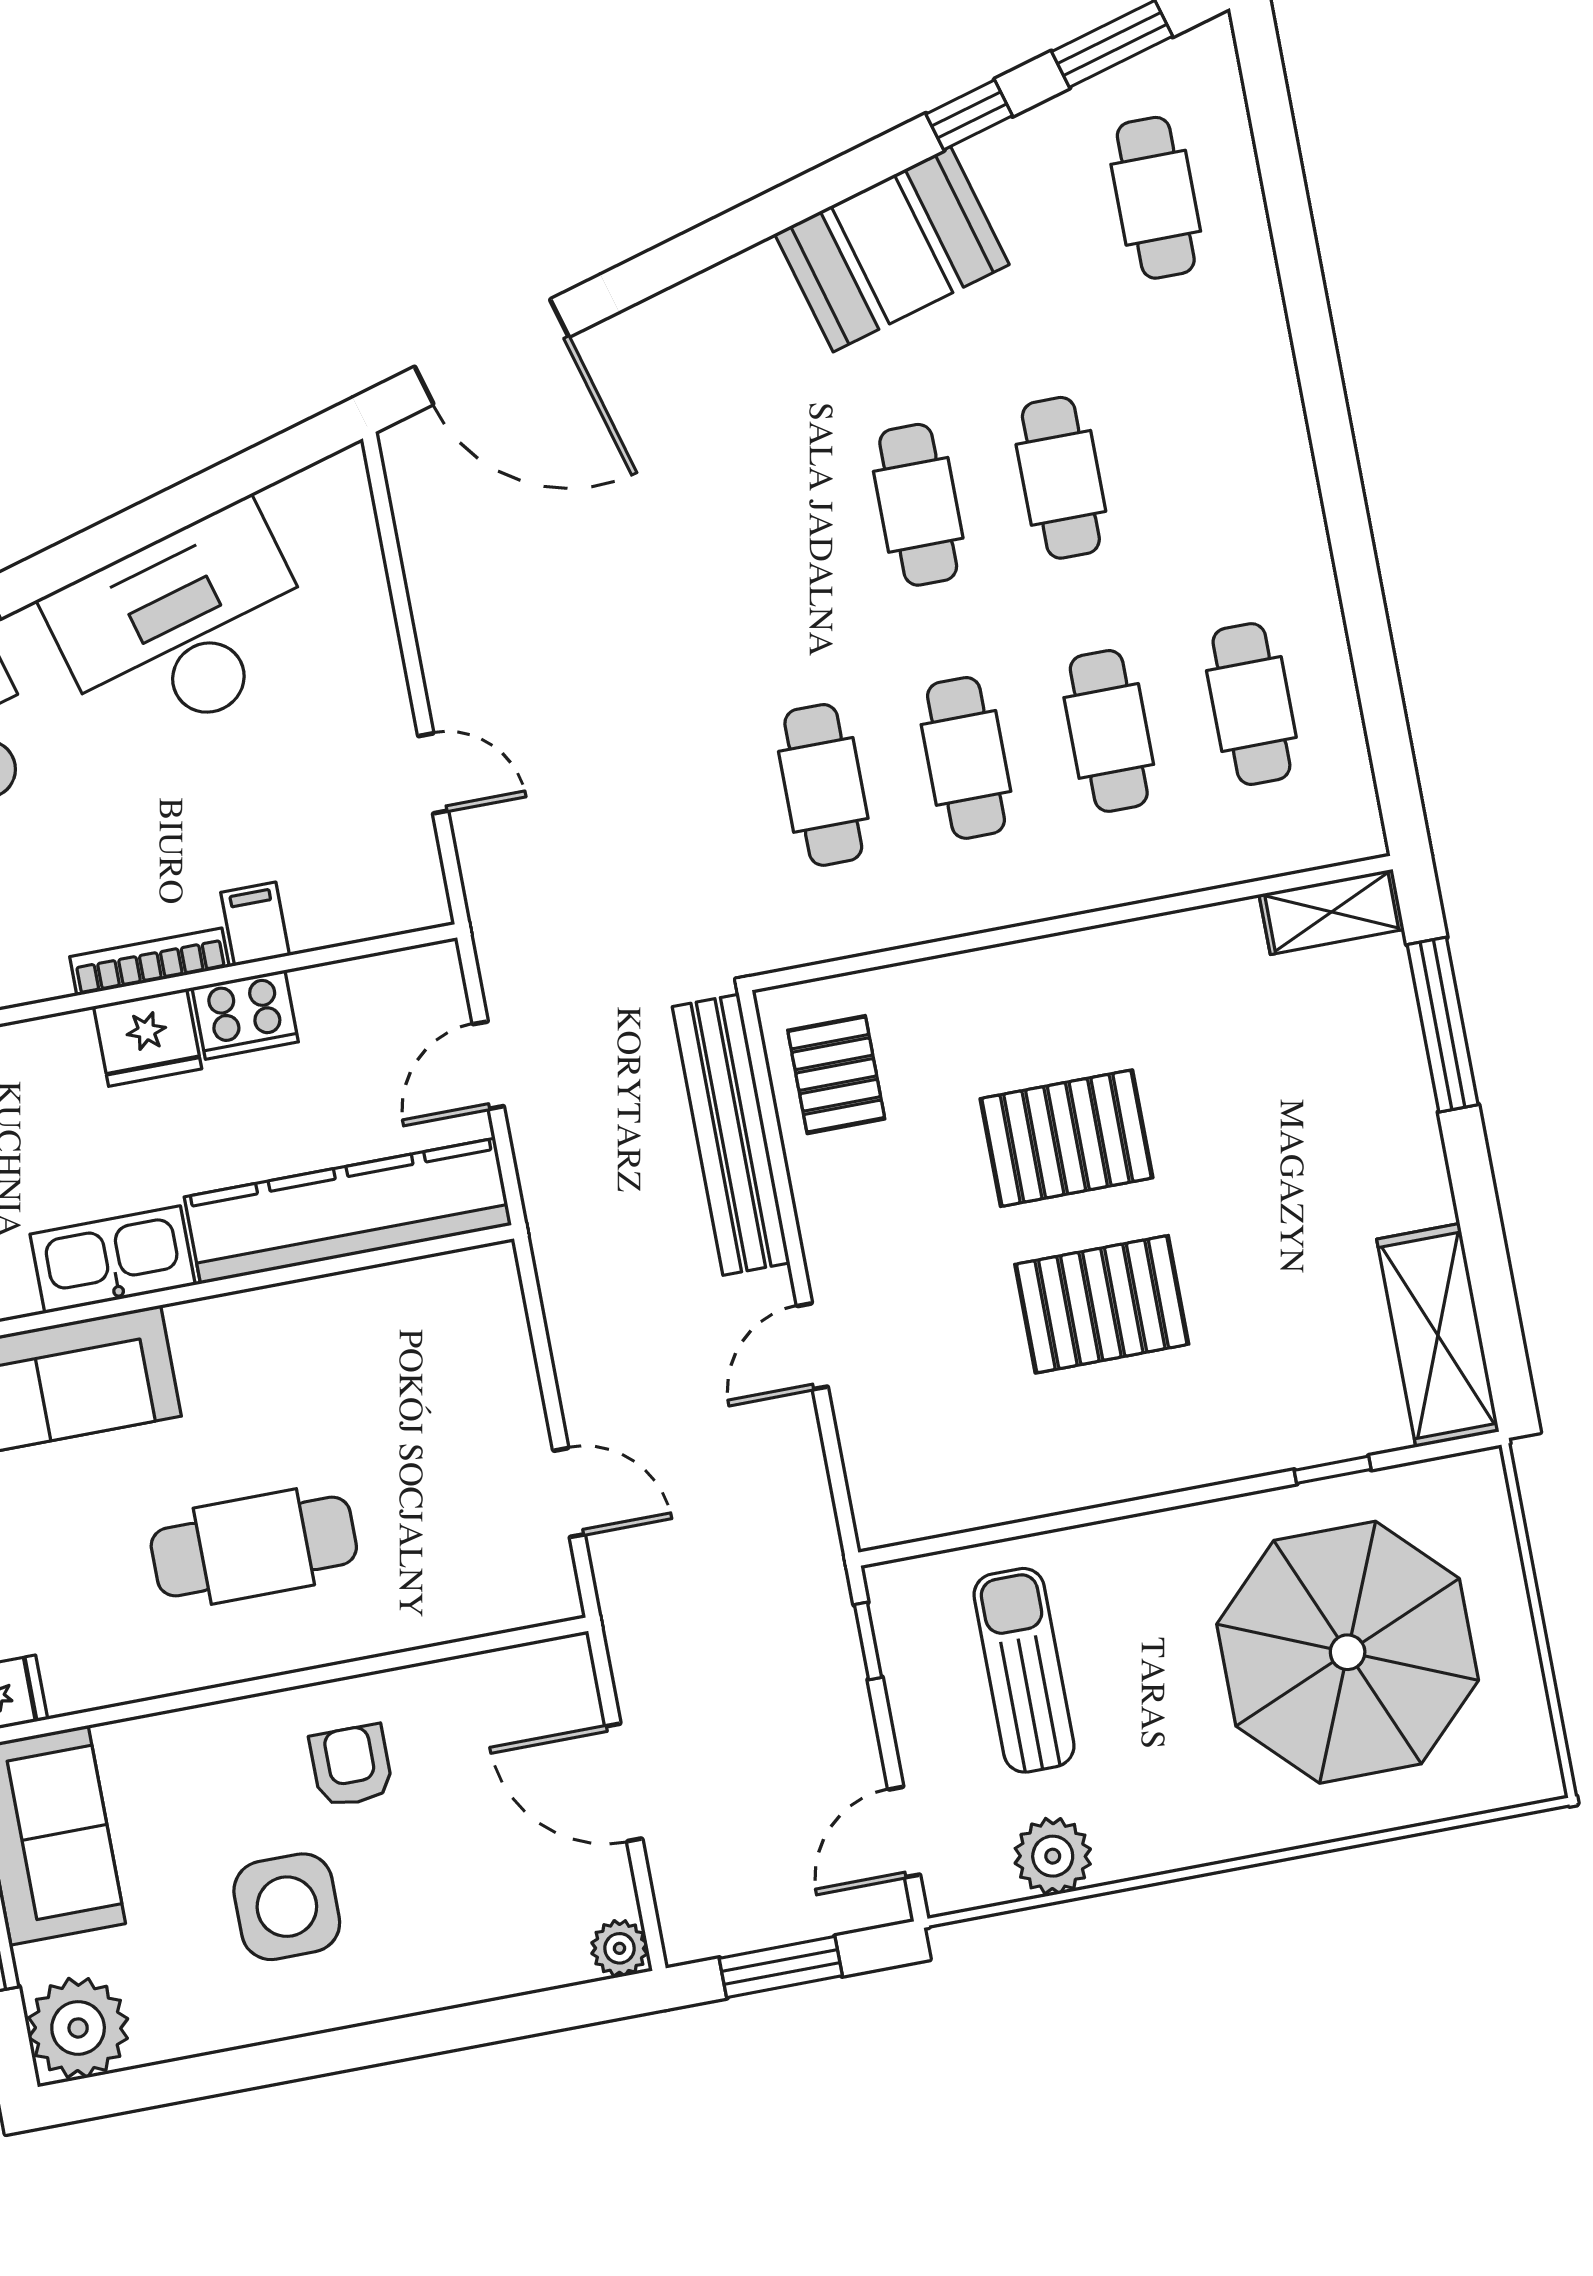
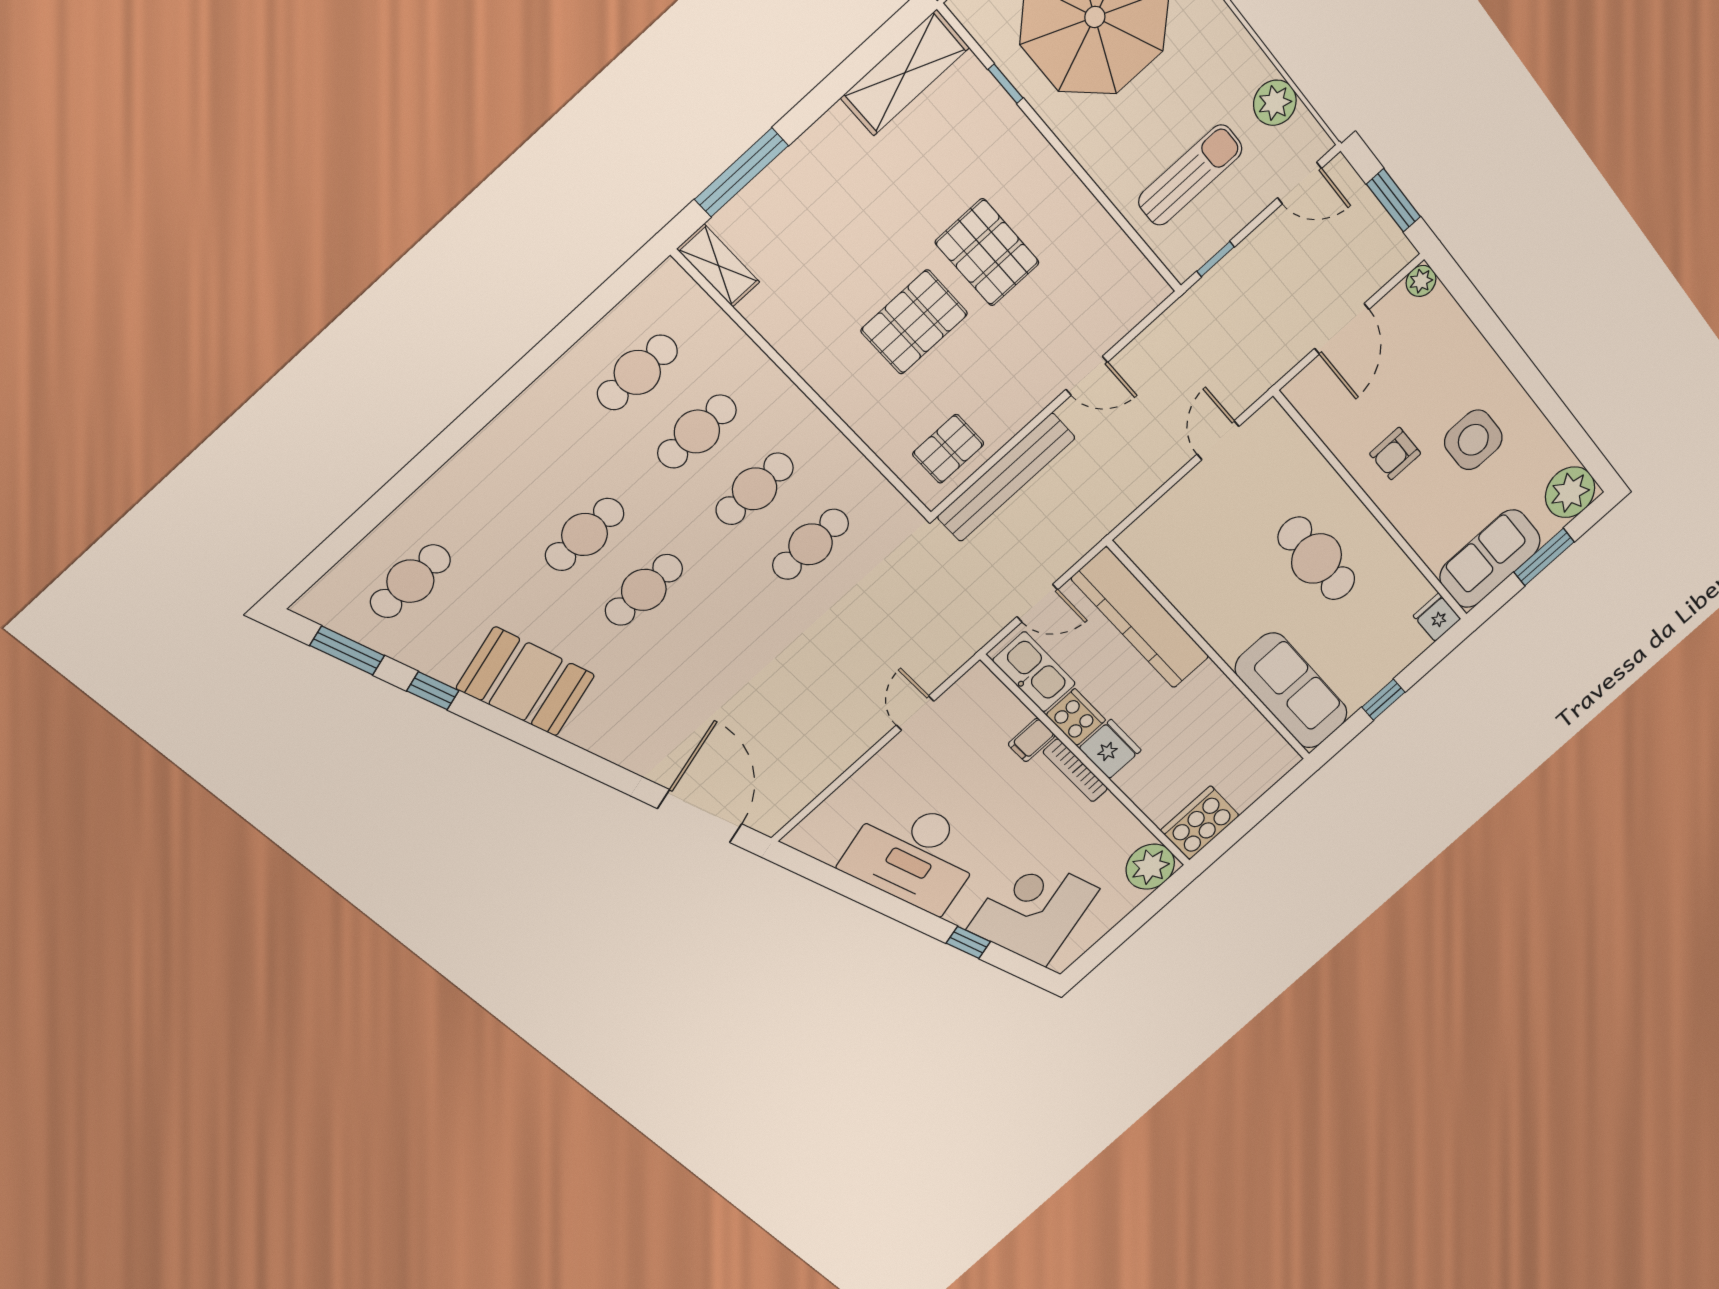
pallet: (1066, 1138) -> (914, 322), turned 90
kitchen sink: (113, 1260) -> (1034, 672), moved, turned 180
sun lounger: (1024, 1670) -> (1190, 175), turned 180

